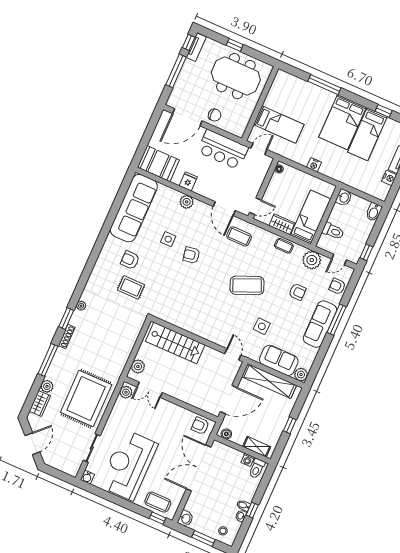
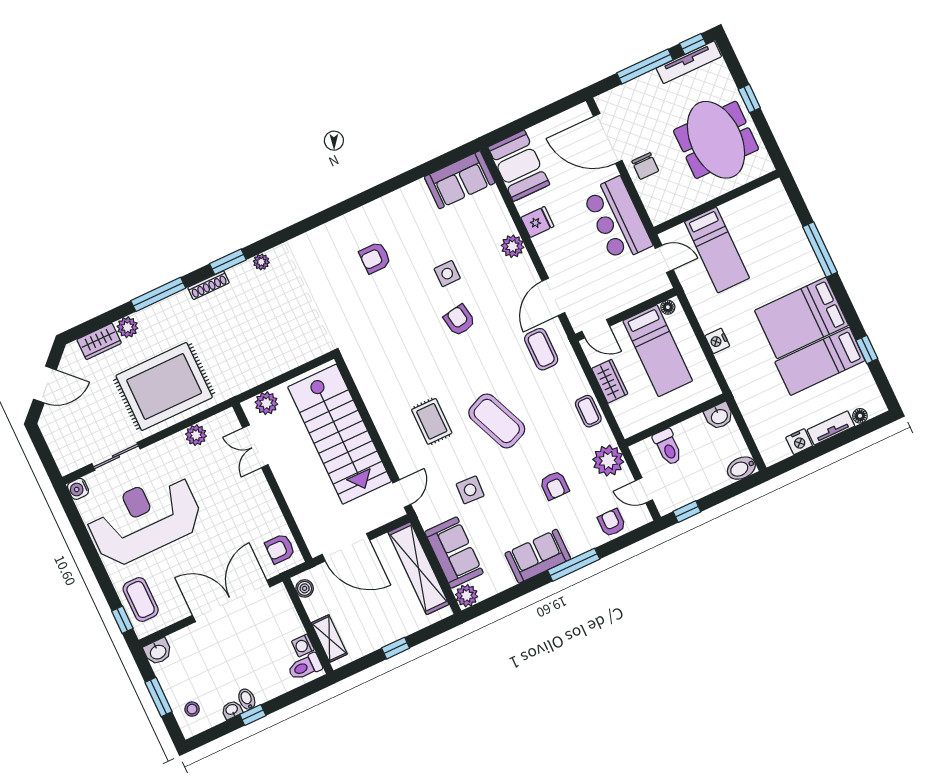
tv unit: (196, 47) -> (689, 62), width x1.41
sofa: (134, 208) -> (460, 180), width x0.54, depth x0.79
bed: (311, 217) -> (658, 351), moved, turned 90
armchair: (130, 260) -> (375, 258), turned -90
rug: (131, 287) -> (432, 421), moved
sofa: (320, 324) -> (538, 556), width x0.73
stairs: (175, 343) -> (340, 434), width x1.36, depth x1.51
plant: (126, 392) -> (196, 435), moved
armchair: (200, 426) -> (280, 549), turned -90

